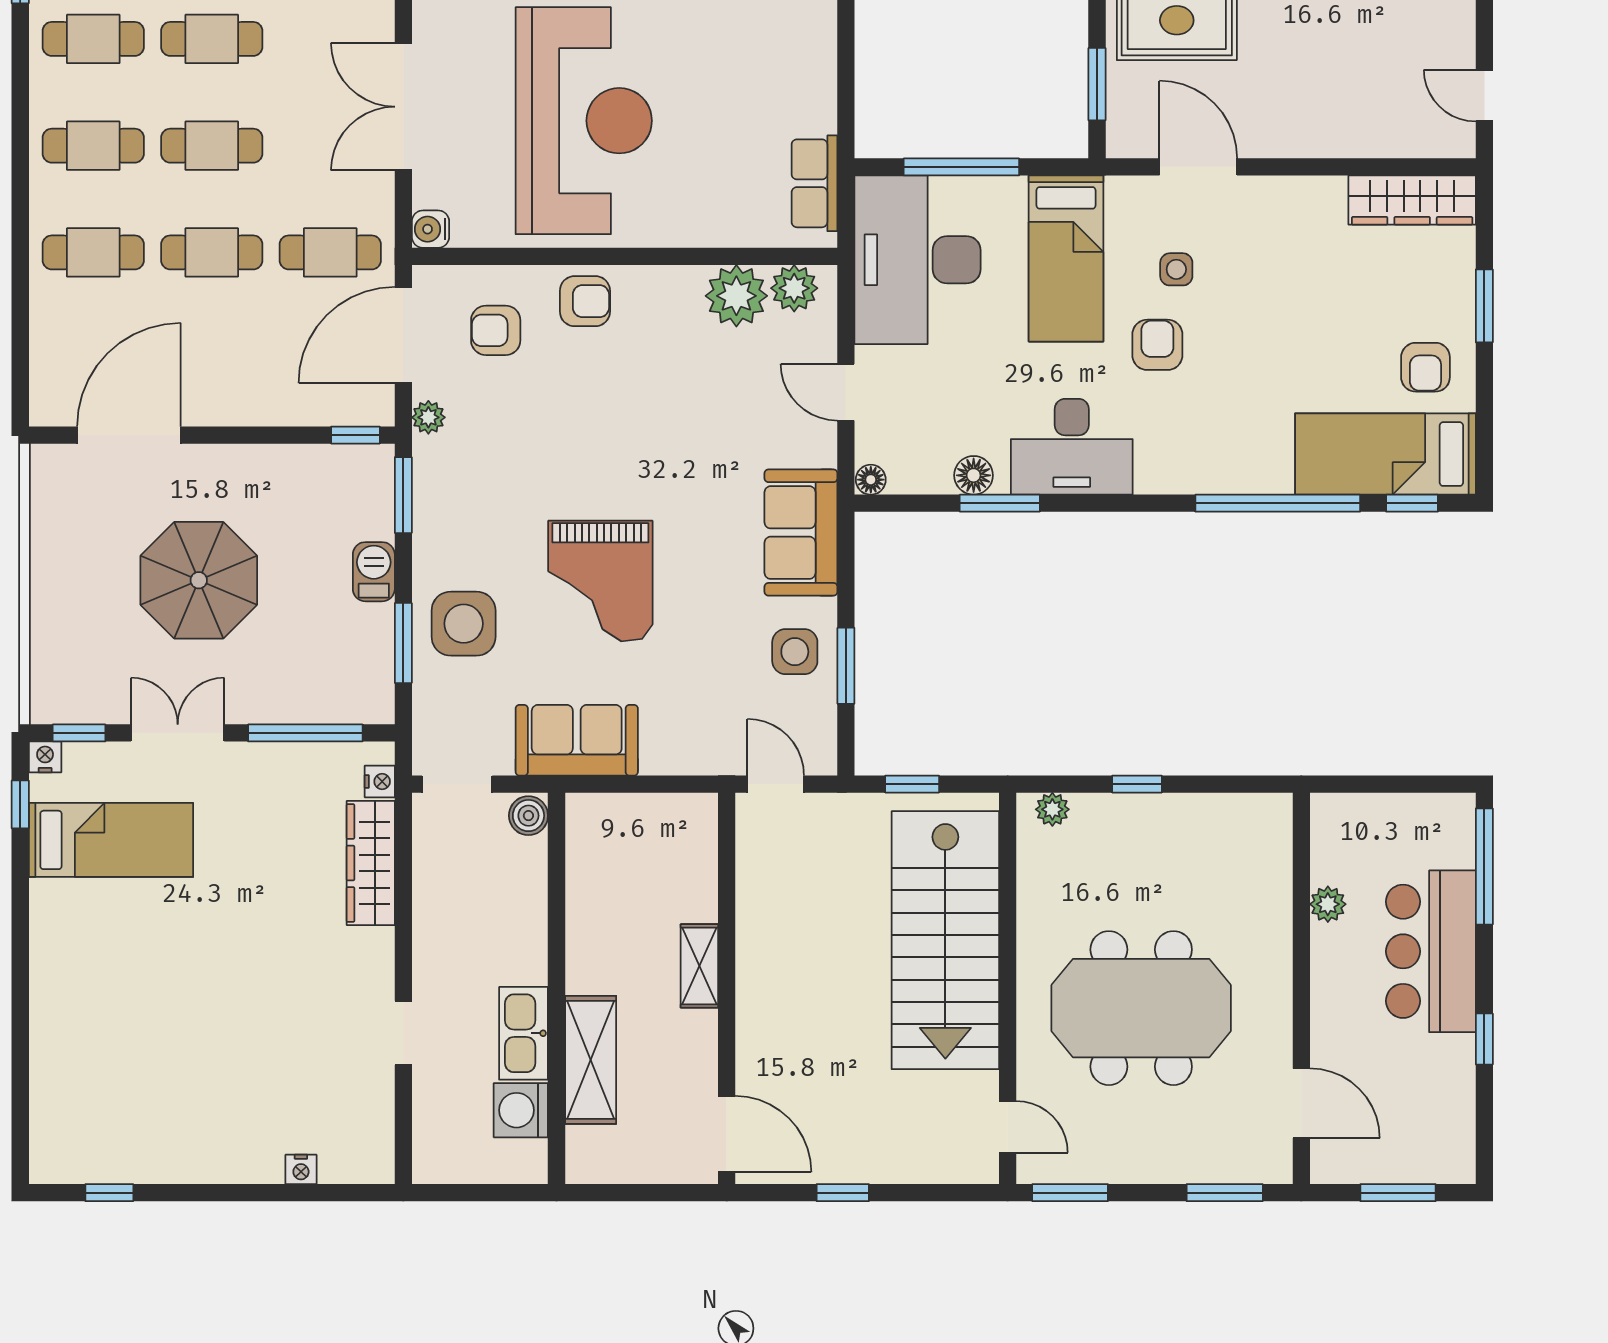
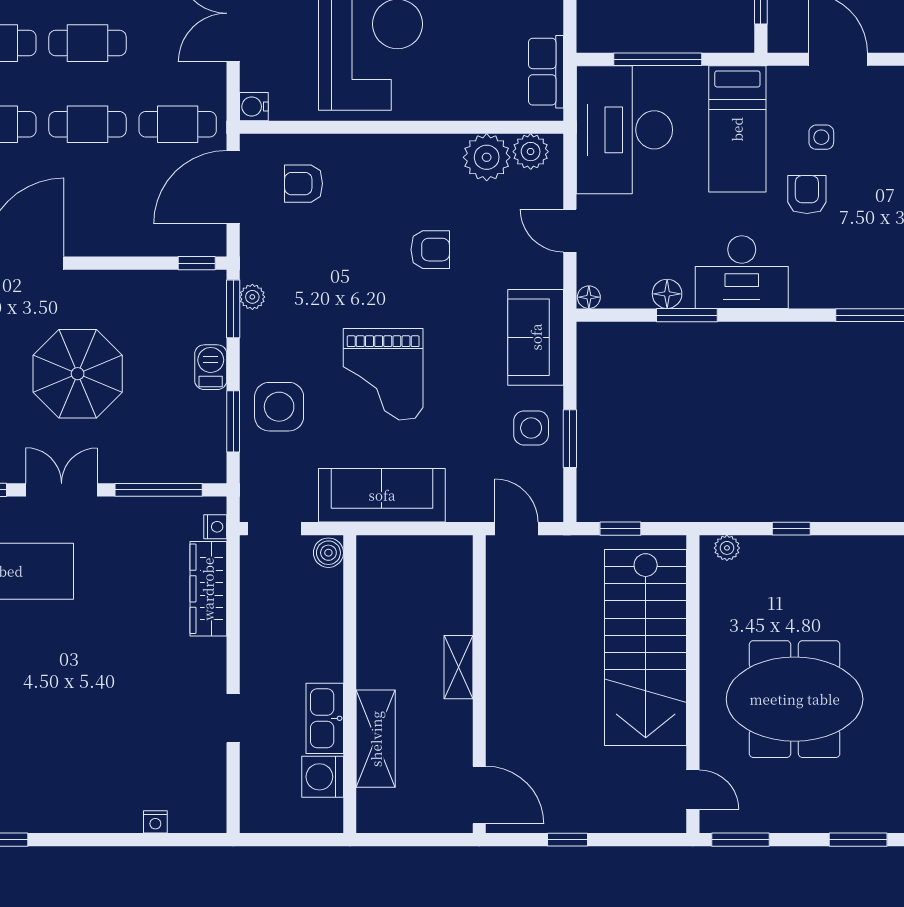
armchair: (585, 301) -> (430, 250), moved
plant: (428, 417) -> (252, 297), moved
sofa: (577, 740) -> (382, 495), width x1.36

